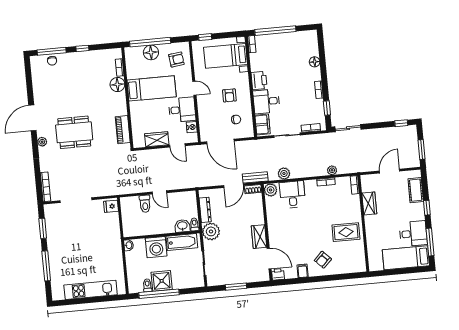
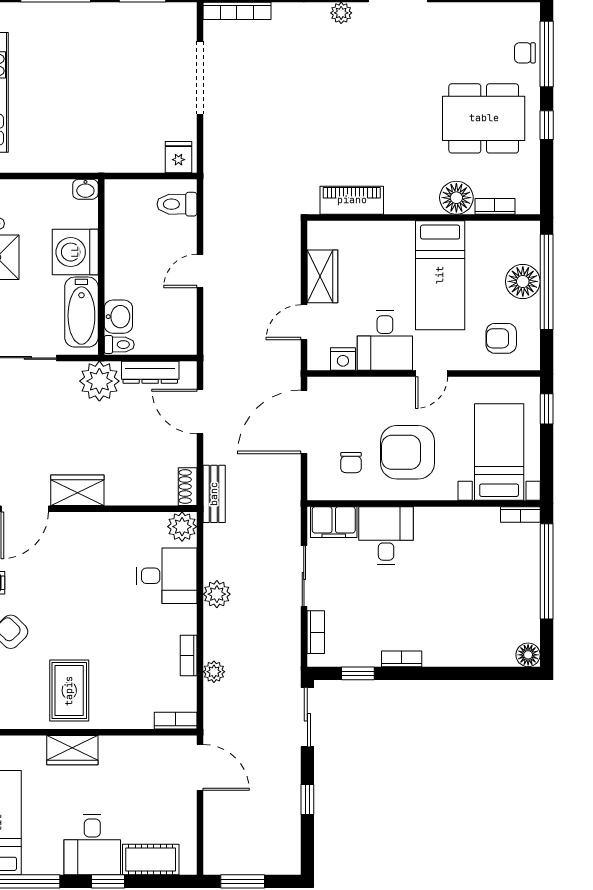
armchair: (176, 59) -> (501, 338), turned 97
floor lamp: (315, 62) -> (528, 655), moved
printer: (259, 81) -> (435, 523), removed
armchair: (229, 95) -> (407, 452), width x1.88, depth x1.88
window: (401, 123) -> (307, 799), moved
dining table: (74, 132) -> (484, 118), moved, turned 90
door: (390, 171) -> (200, 767), moved
plant: (284, 174) -> (217, 594), moved
door: (234, 186) -> (200, 411), moved
wardrobe: (369, 203) -> (72, 750), moved
toilet: (145, 204) -> (177, 204), moved
desk: (413, 234) -> (92, 844), moved

